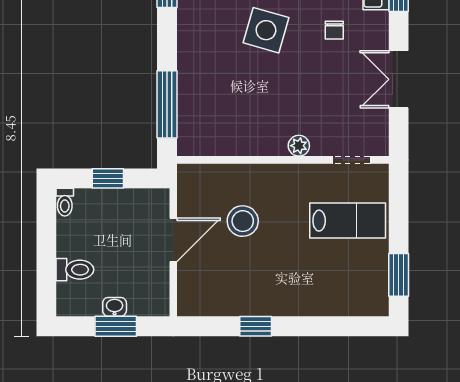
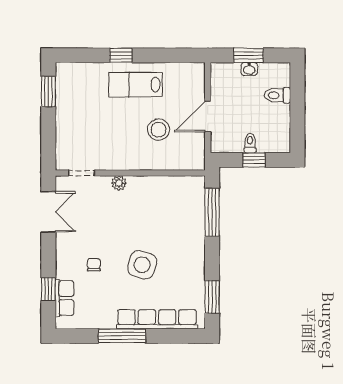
double door: (399, 79) -> (48, 212), moved
toilet: (65, 202) -> (250, 143), moved
lab bench: (348, 221) -> (135, 85), moved
window: (256, 326) -> (121, 55), moved

